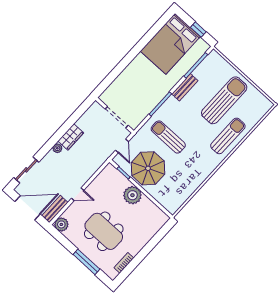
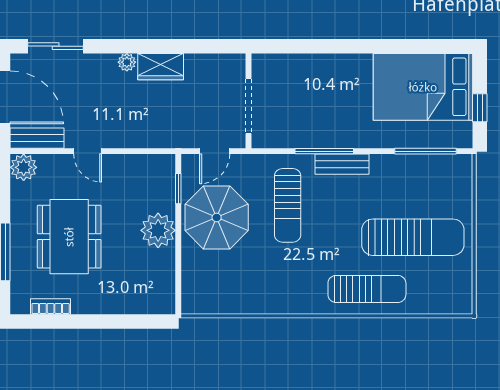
bench: (185, 87) -> (342, 164), moved
sun lounger: (168, 137) -> (288, 205), turned 180

